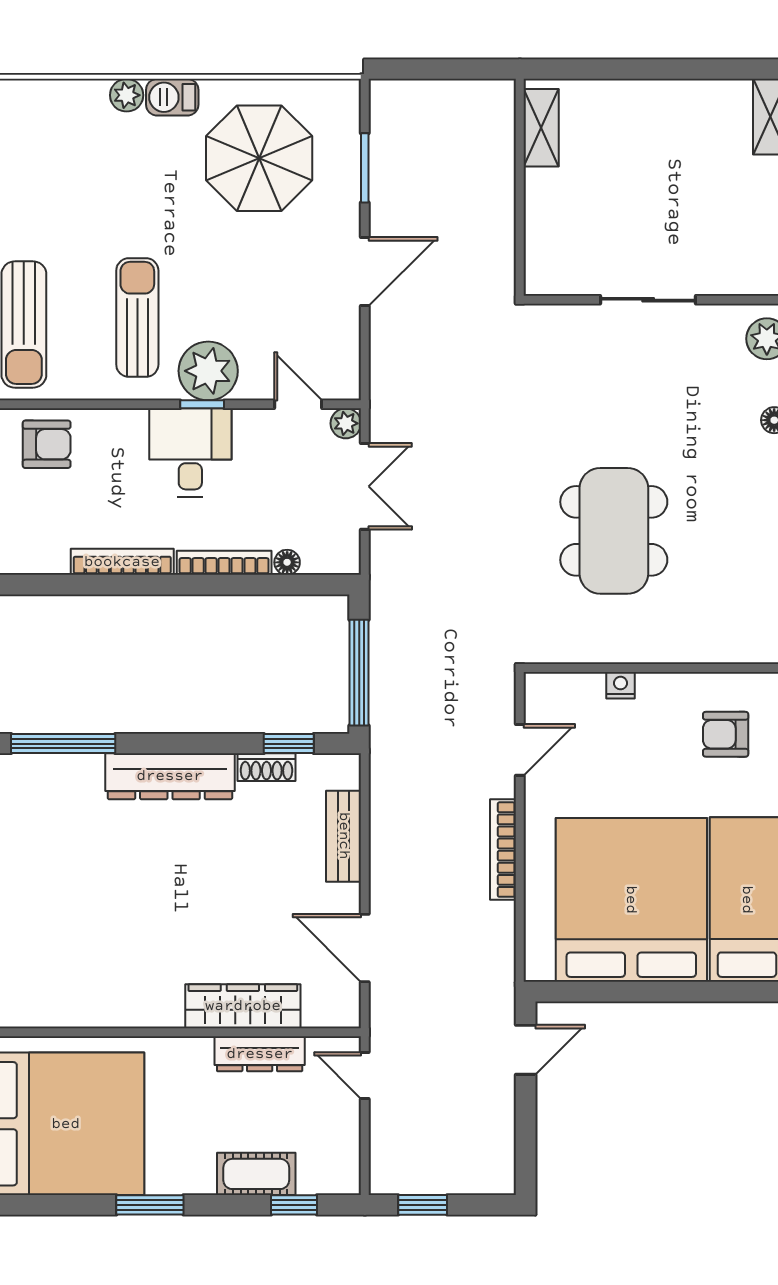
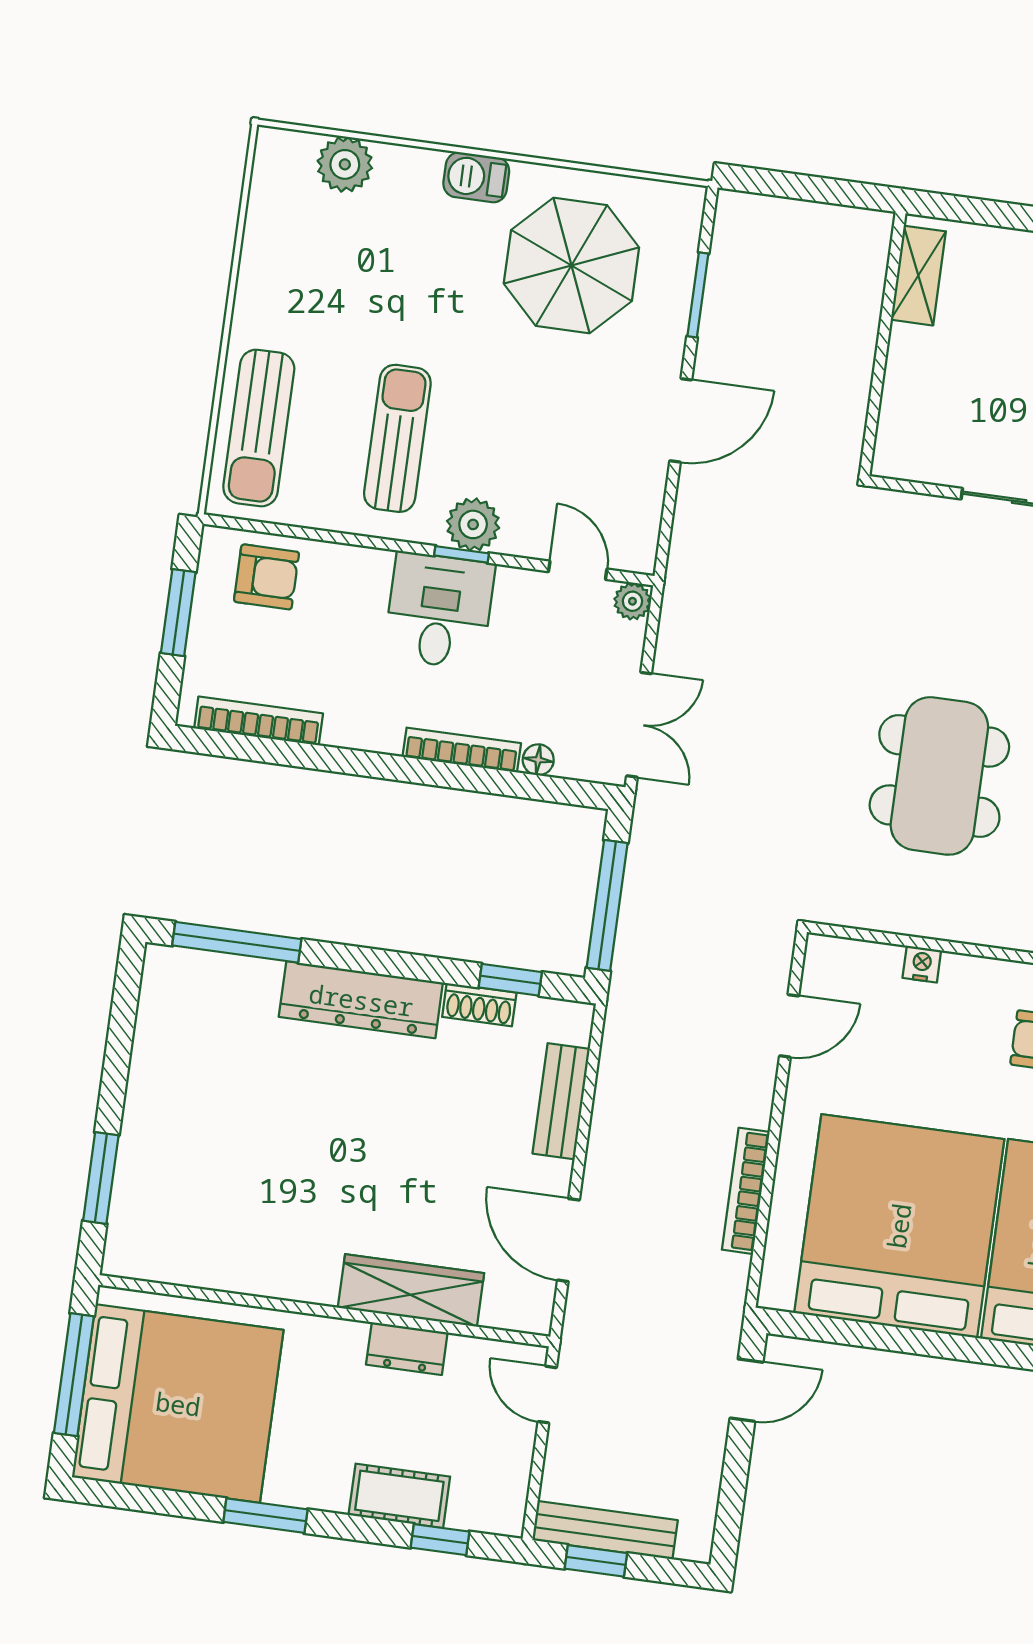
plant: (127, 95) -> (345, 164), moved, width x1.38, depth x1.38
plant: (208, 371) -> (473, 524), width x0.73, depth x0.73
double door: (365, 486) -> (639, 725), moved
bookcase: (122, 562) -> (259, 721), moved
bookcase: (503, 850) -> (746, 1191), moved
dresser: (260, 1054) -> (407, 1349), width x0.70
bench: (427, 1179) -> (605, 1530), added

